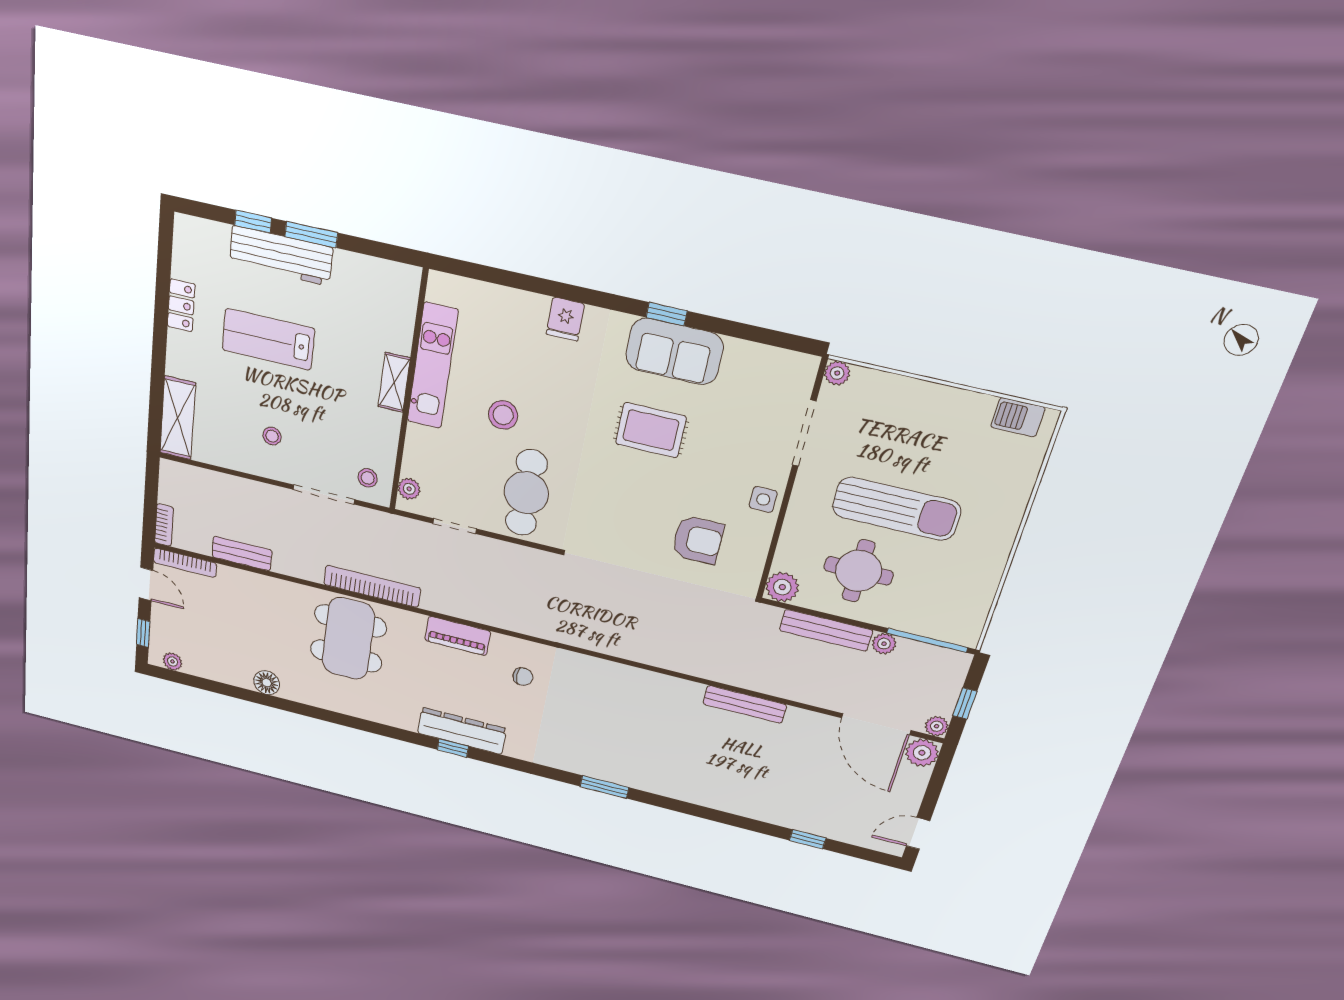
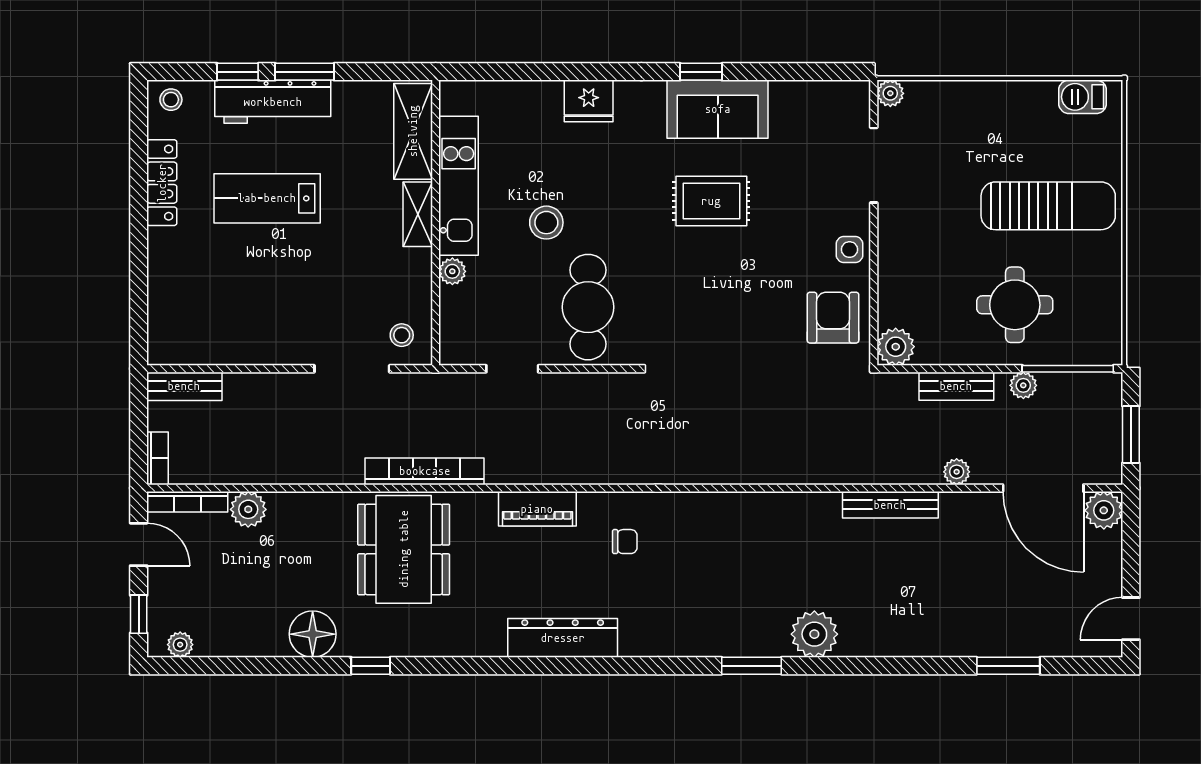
locker: (181, 305) -> (162, 183), width x1.53
fridge: (565, 319) -> (589, 101), width x1.38
shelving: (178, 418) -> (413, 131), moved
stool: (272, 436) -> (171, 100), moved
plant: (409, 489) -> (452, 271), moved
sun lounger: (896, 509) -> (1048, 206), moved
armchair: (698, 540) -> (833, 318), moved, turned -90
bench: (242, 554) -> (184, 386), moved
round table: (859, 571) -> (1015, 305), moved
plant: (231, 580) -> (248, 509), added
bench: (826, 630) -> (956, 386), width x0.73
floor lamp: (267, 683) -> (313, 634), width x1.38, depth x1.38
window: (965, 703) -> (1131, 435), width x1.50
plant: (937, 726) -> (957, 472), moved
window: (453, 748) -> (371, 666), moved
plant: (659, 779) -> (814, 634), added
window: (808, 839) -> (1008, 666), width x1.50

